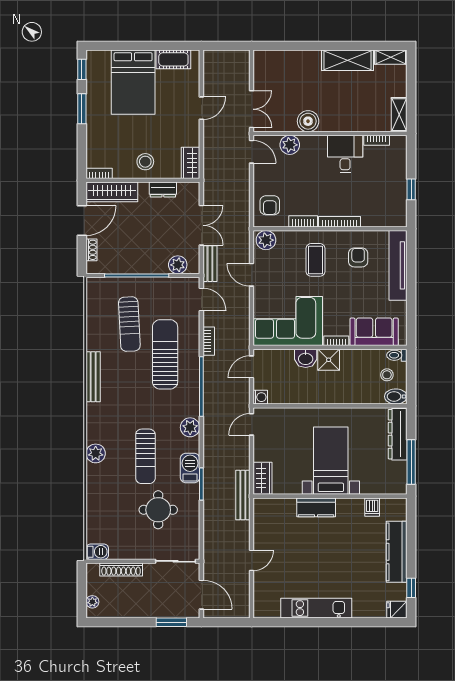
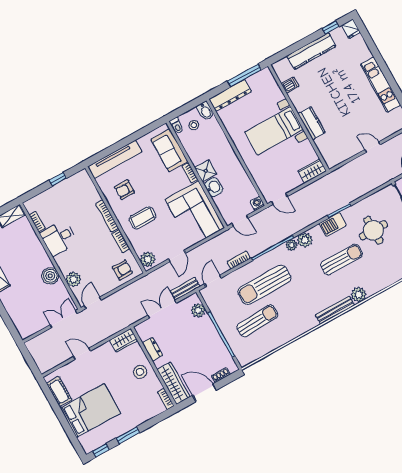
bench: (93, 377) -> (335, 310), moved
plant: (193, 409) -> (291, 245), added
bench: (243, 495) -> (331, 178), removed

